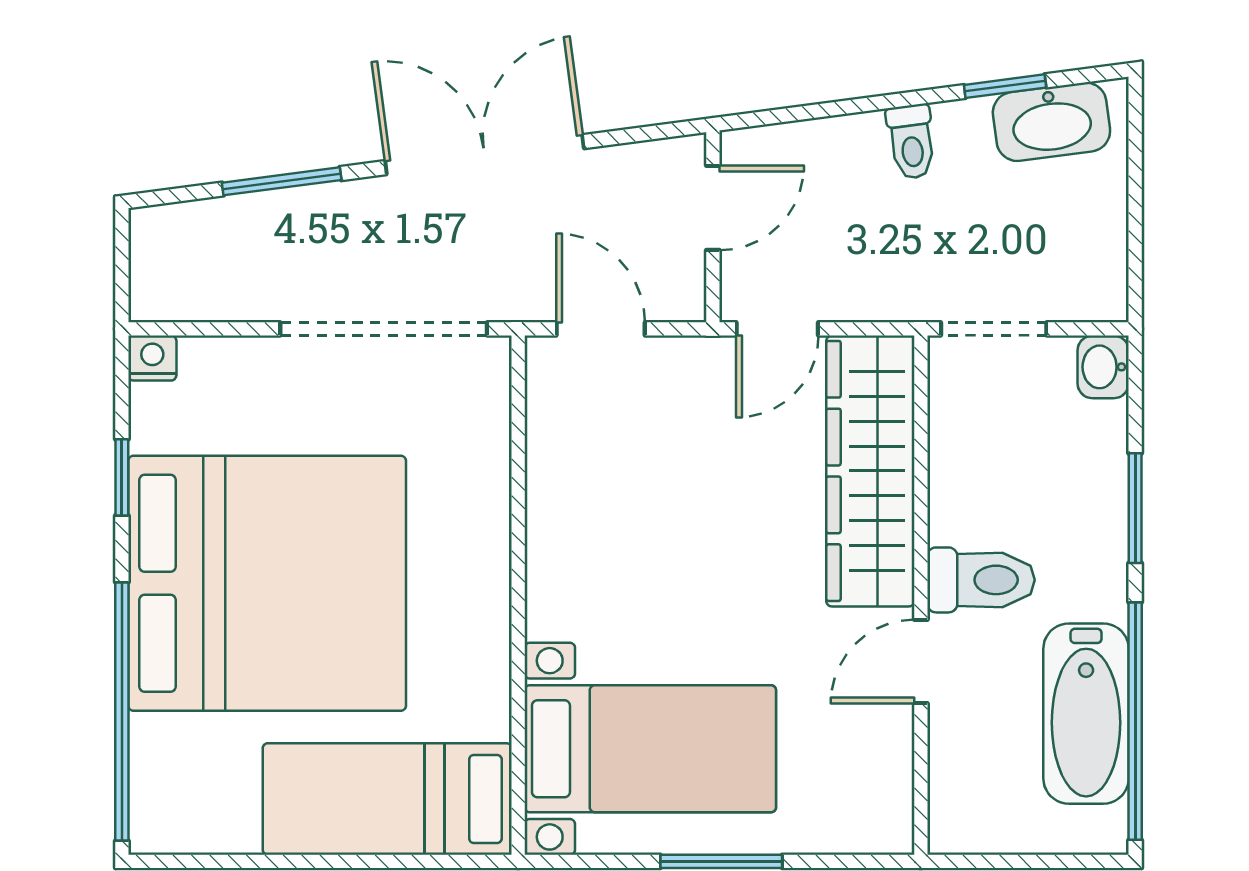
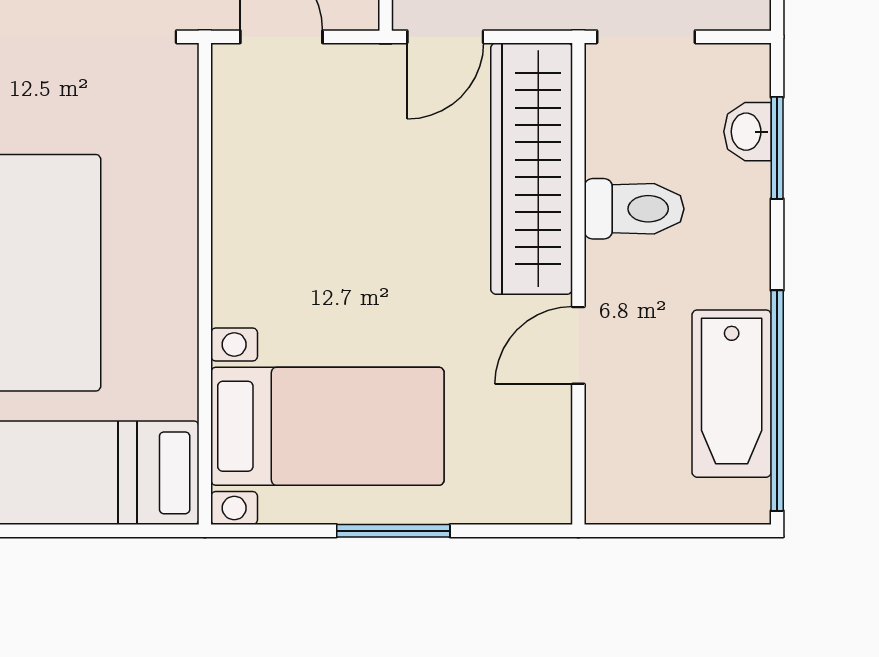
washbasin: (1103, 367) -> (747, 132), moved
window: (1135, 508) -> (777, 148), moved
toilet: (981, 580) -> (634, 209), moved

